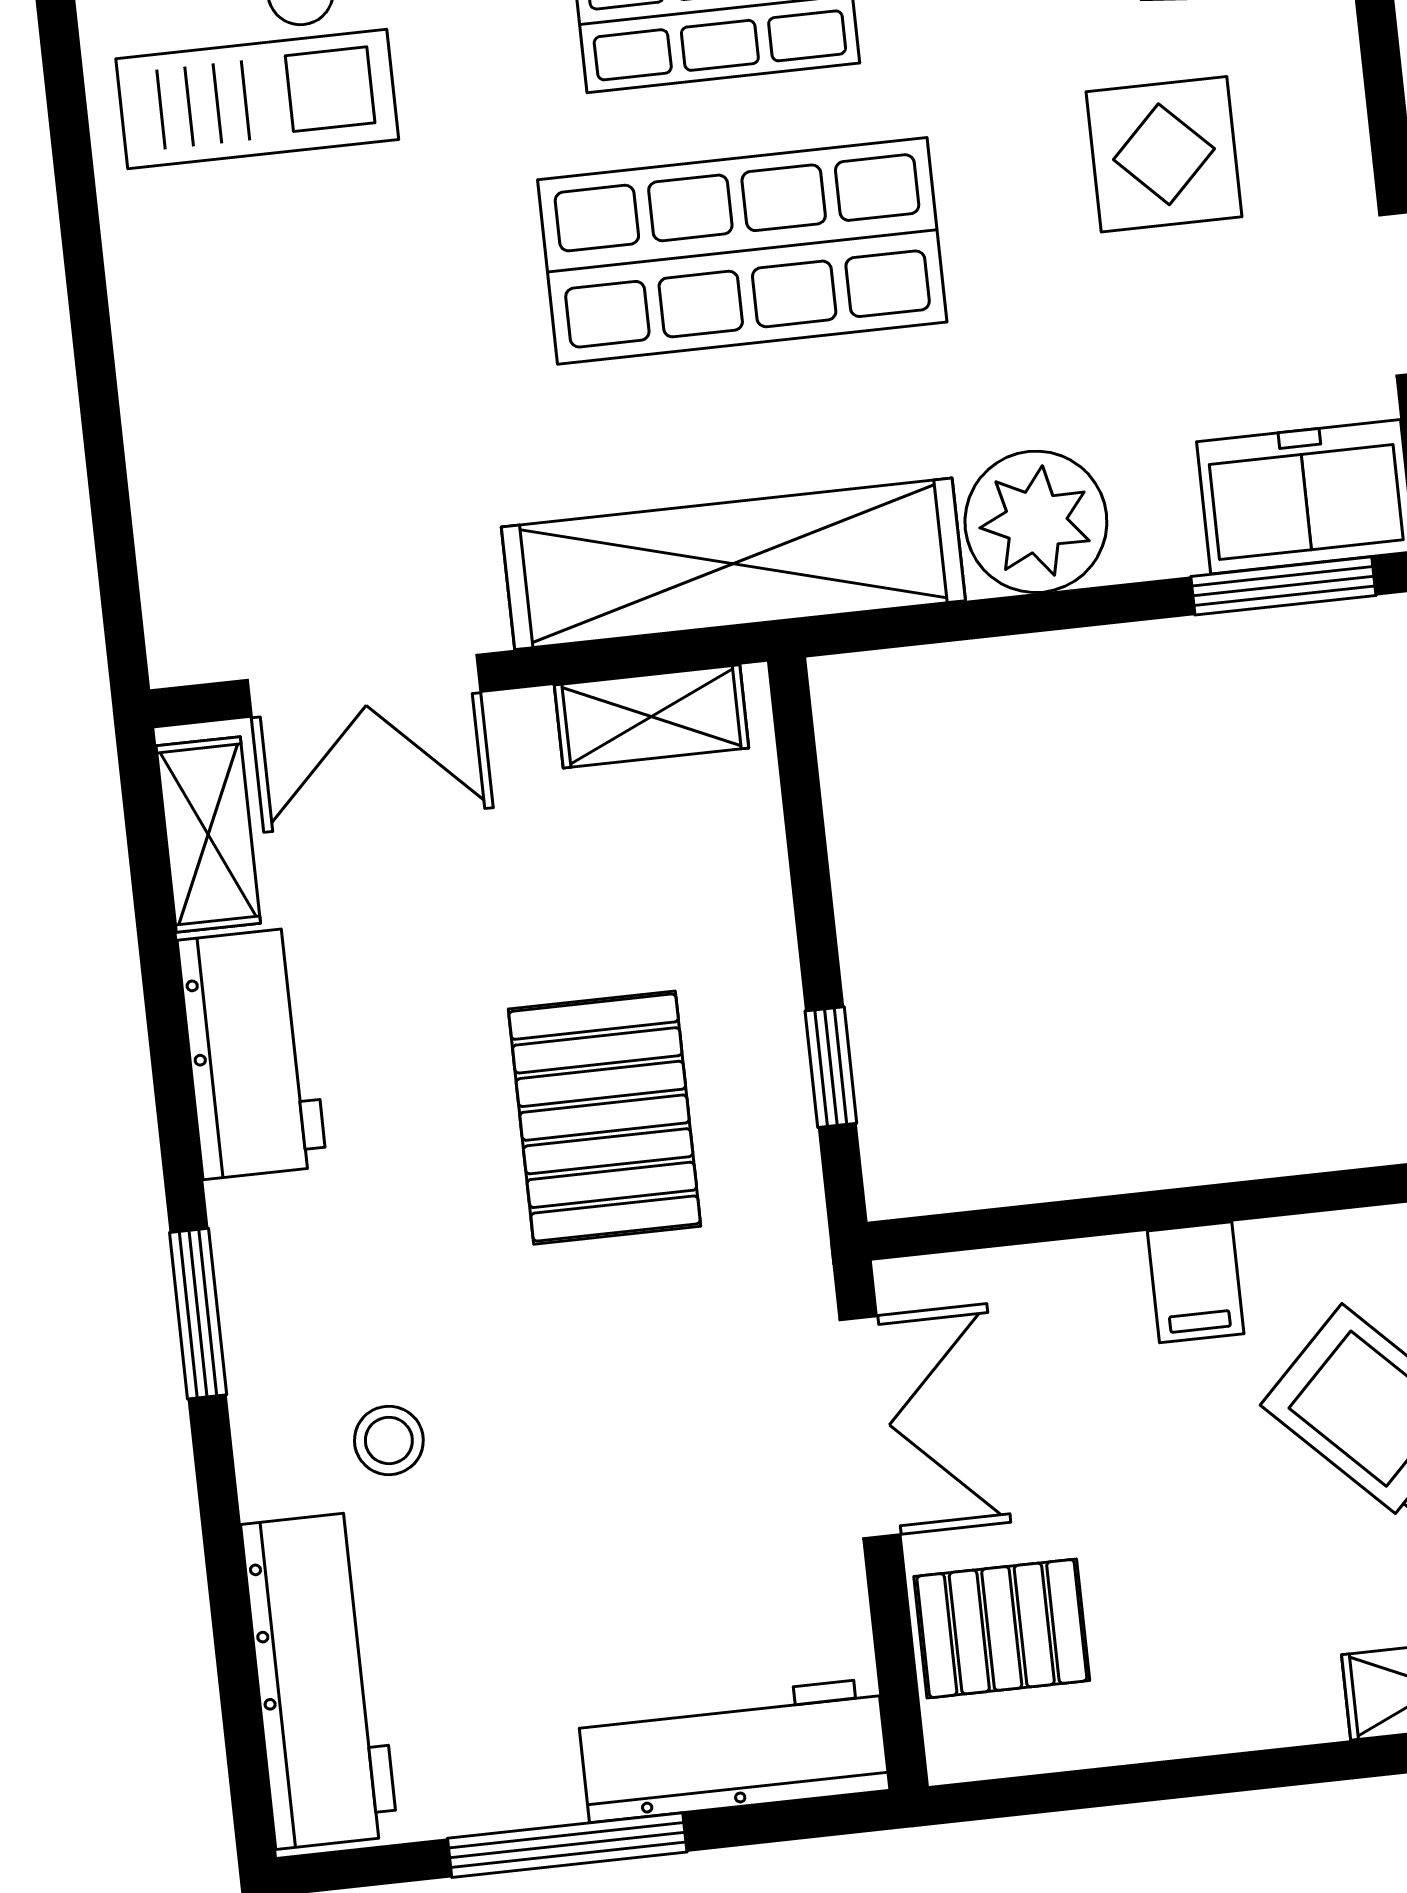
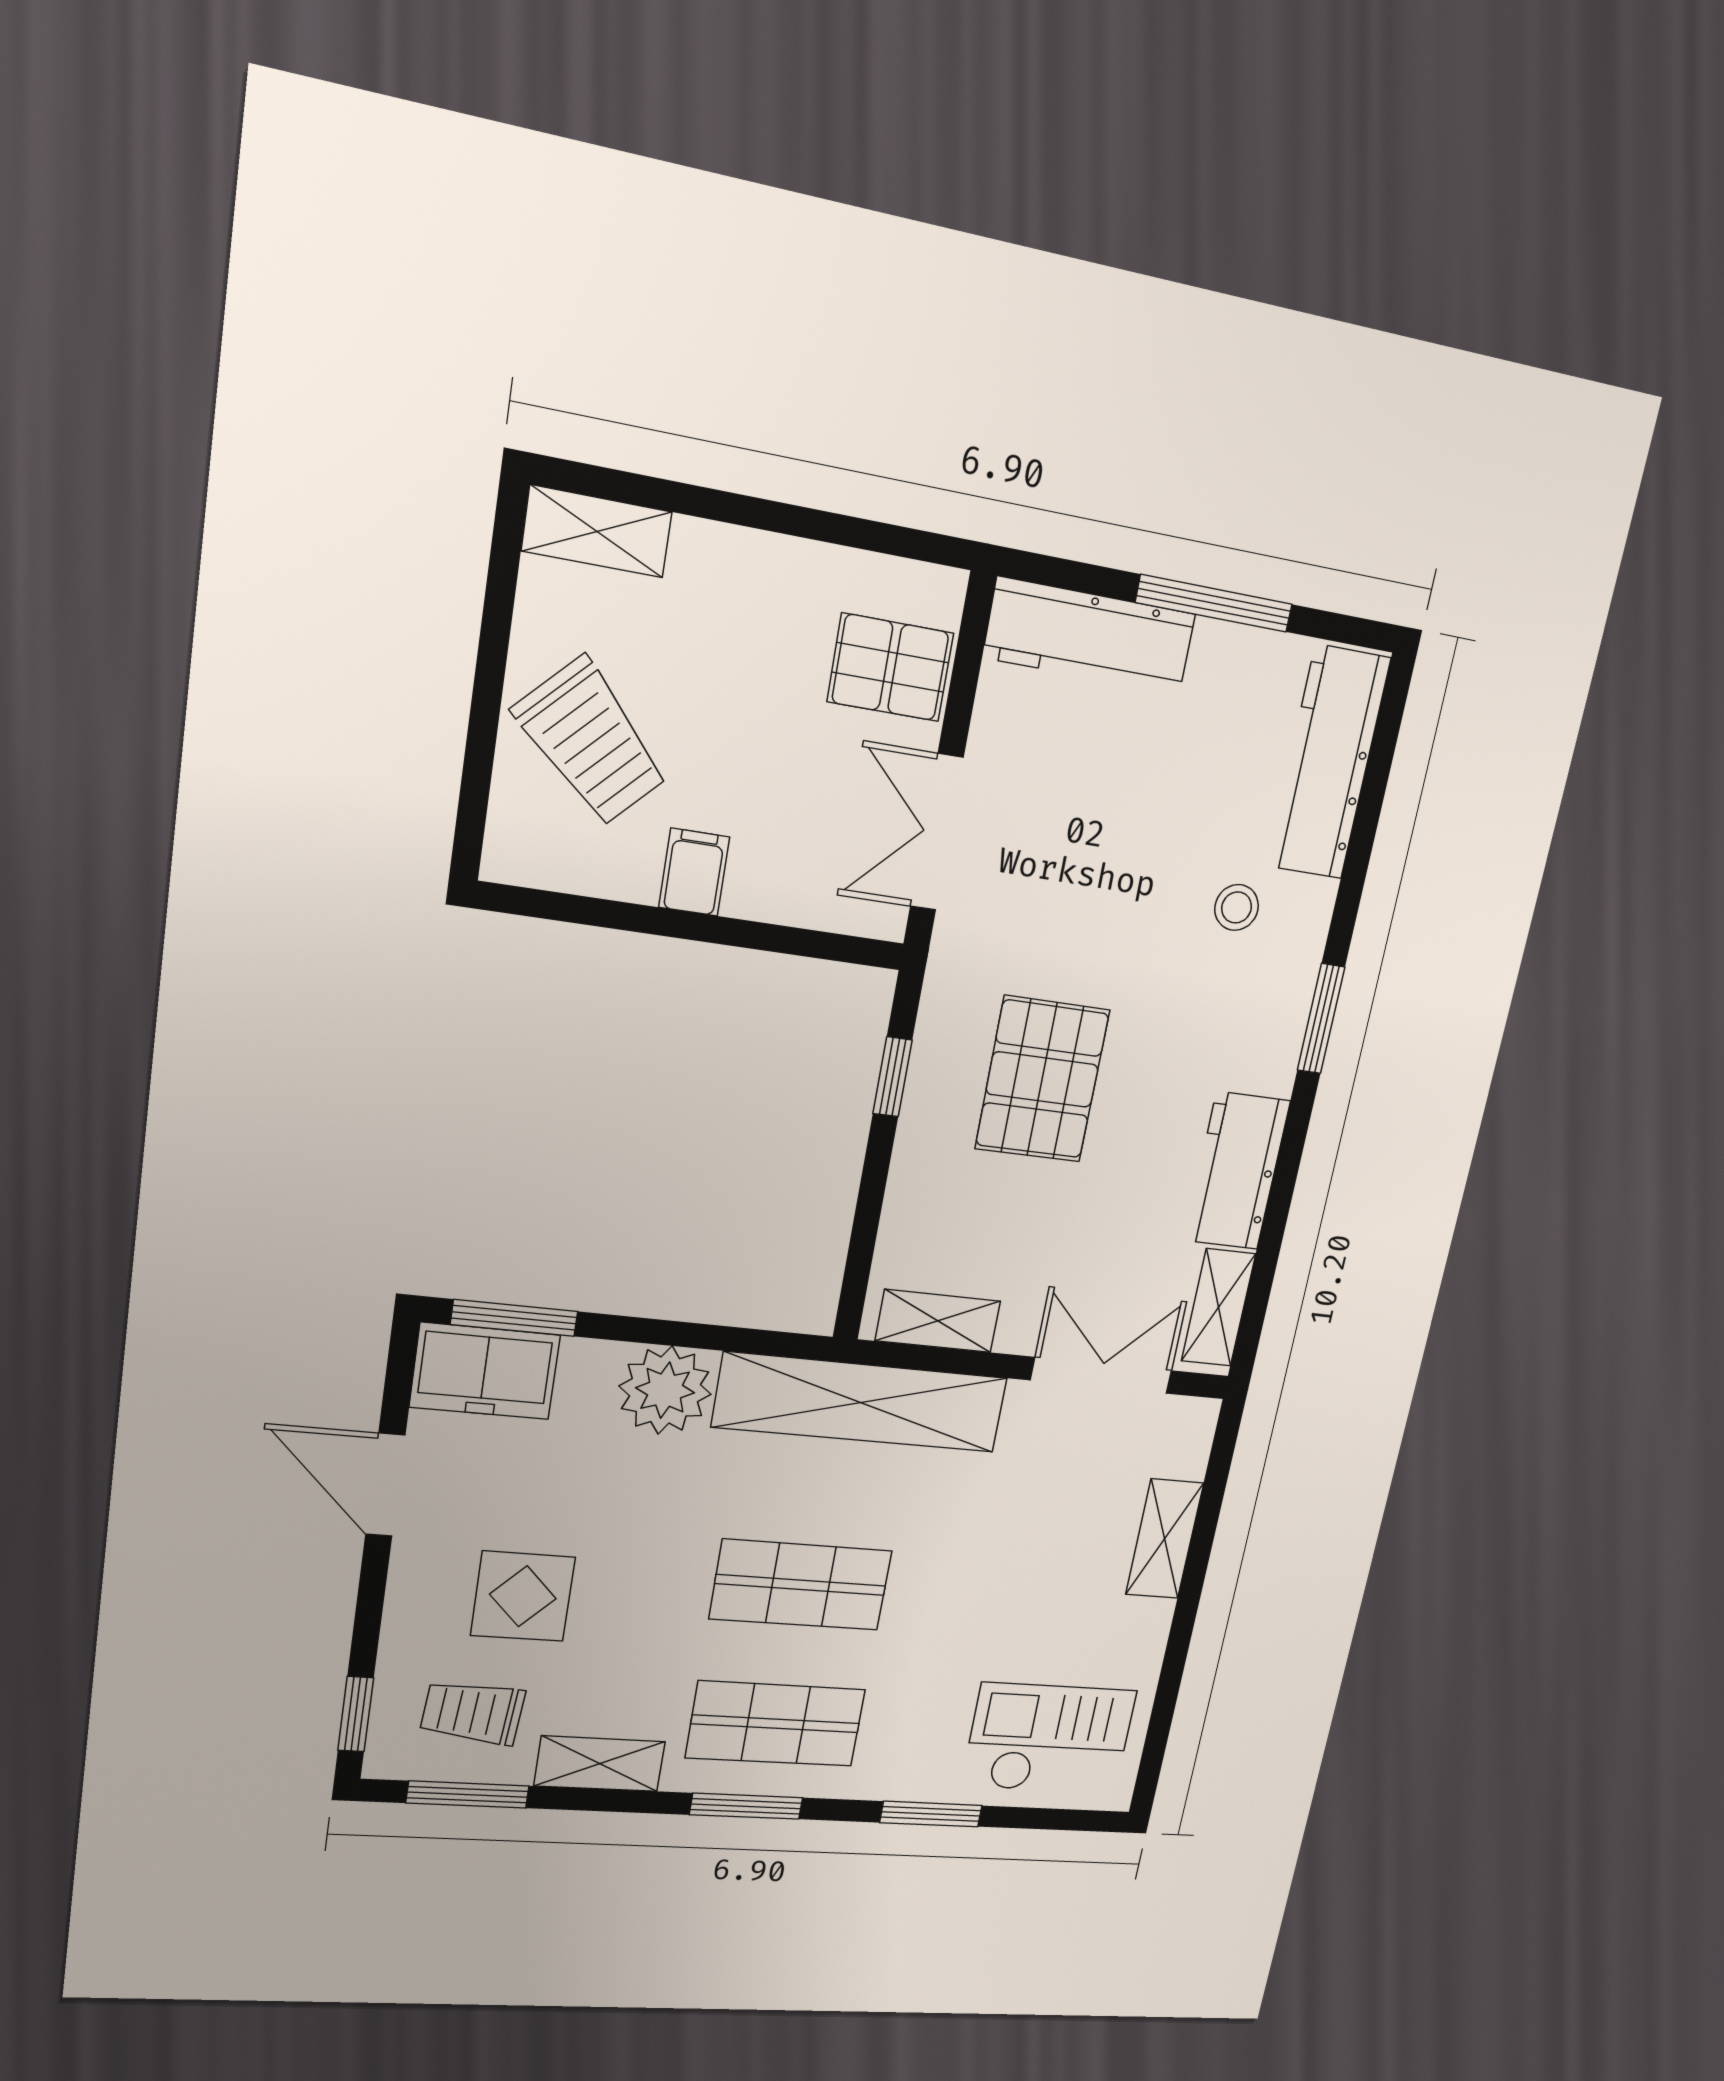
shop shelf: (742, 251) -> (801, 1585), width x0.70, depth x0.74
shelving: (169, 439) -> (1165, 1539), added

